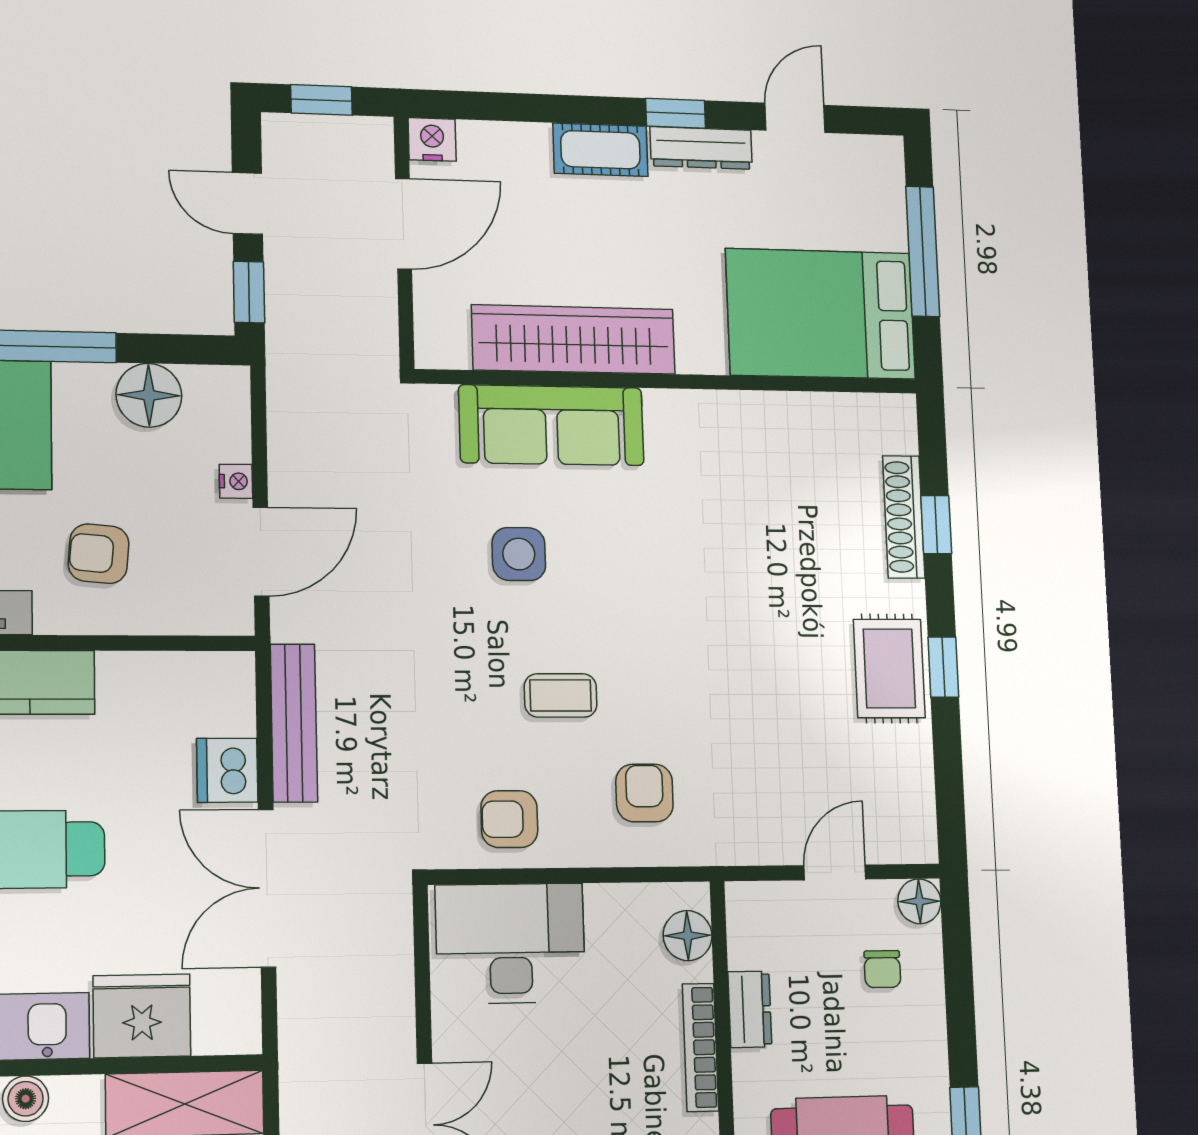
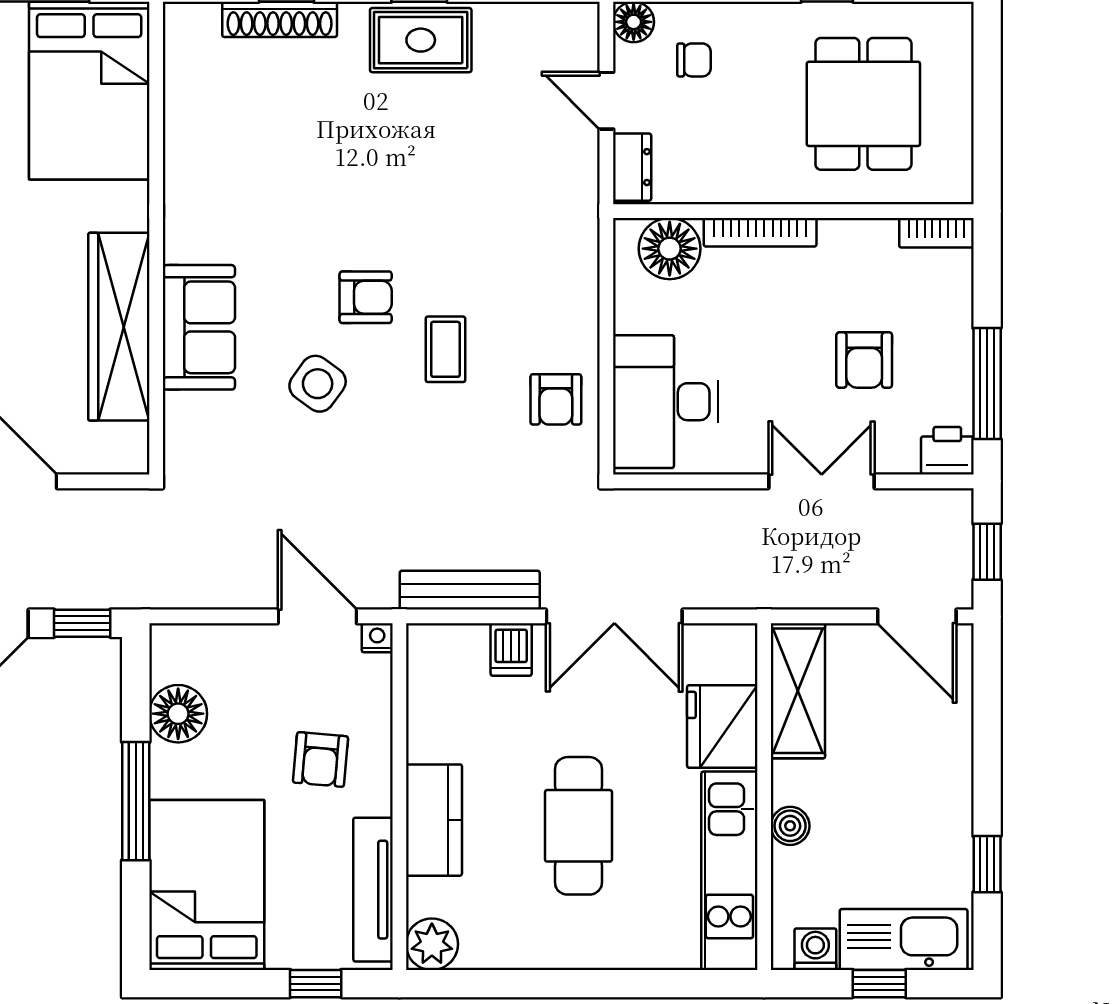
sofa: (551, 425) -> (199, 327), width x0.73
nightstand: (236, 481) -> (377, 638), moved
side table: (519, 554) -> (318, 384), turned 36
dishwasher: (227, 770) -> (511, 650), width x0.73
armchair: (644, 793) -> (366, 297), moved, turned 180
floor lamp: (688, 936) -> (670, 249), width x1.38, depth x1.38
dresser: (750, 1009) -> (632, 167), moved, turned 90

